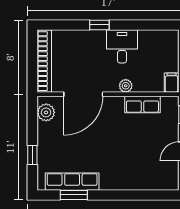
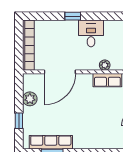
plant: (126, 86) -> (105, 65), moved
plant: (46, 112) -> (30, 99), moved

